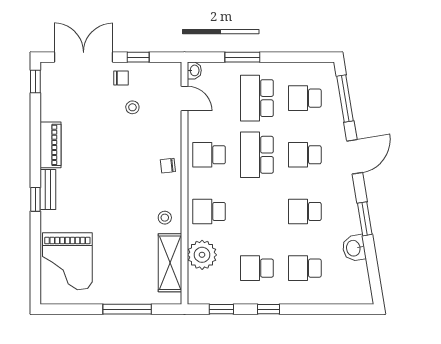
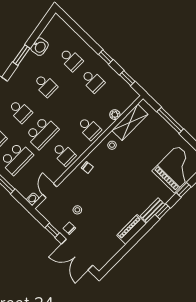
window: (35, 82) -> (184, 190), moved
plant: (202, 255) -> (115, 115), width x0.53, depth x0.53

